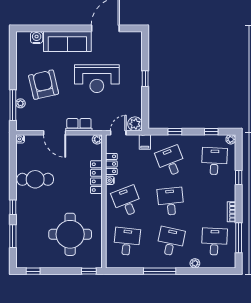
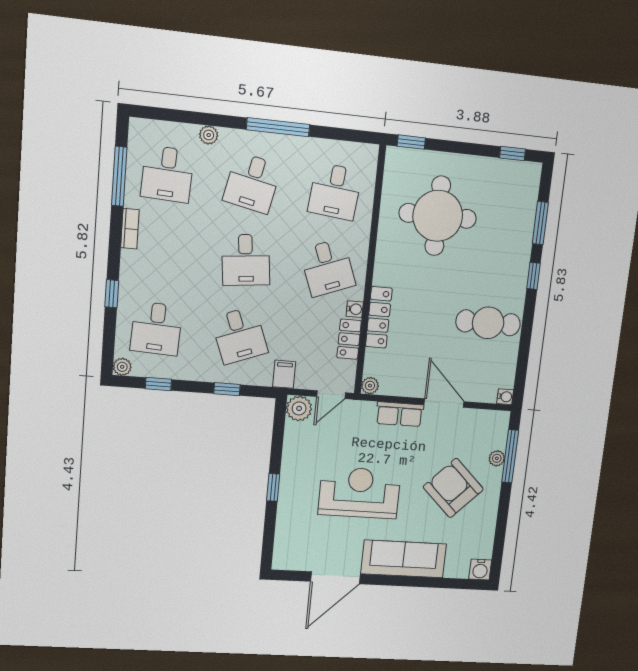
water cooler: (37, 37) -> (480, 569), moved
armchair: (44, 85) -> (453, 488), turned 147

